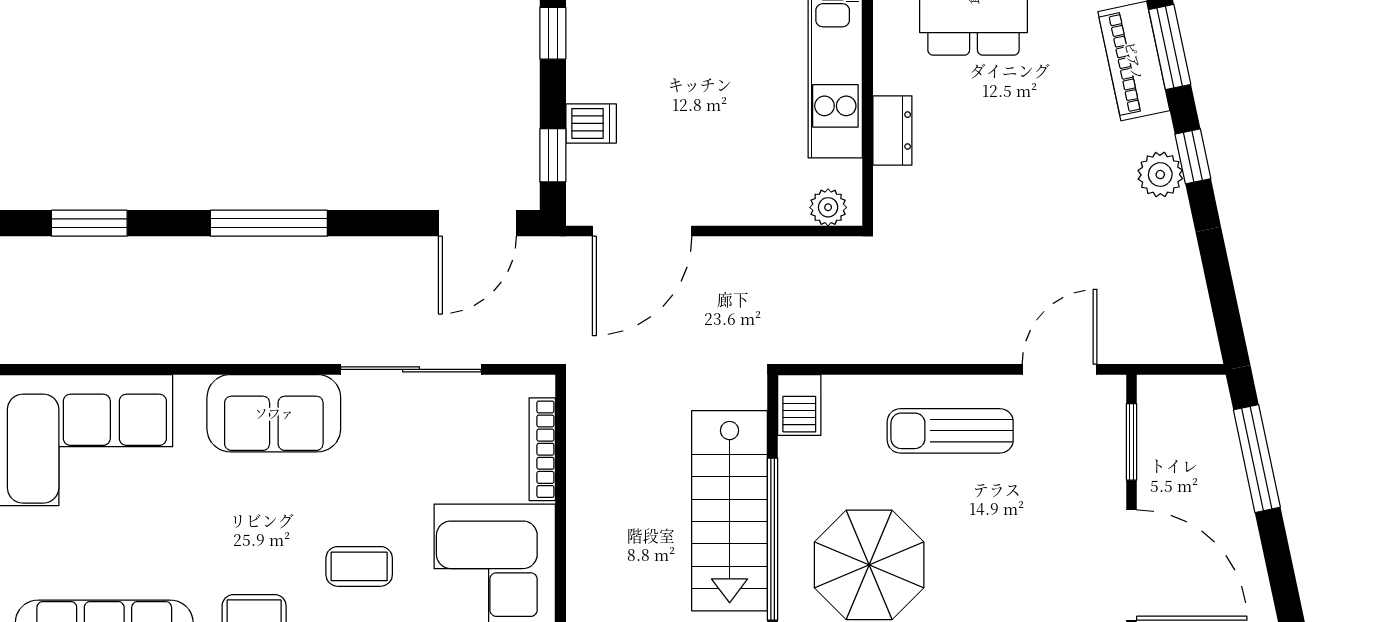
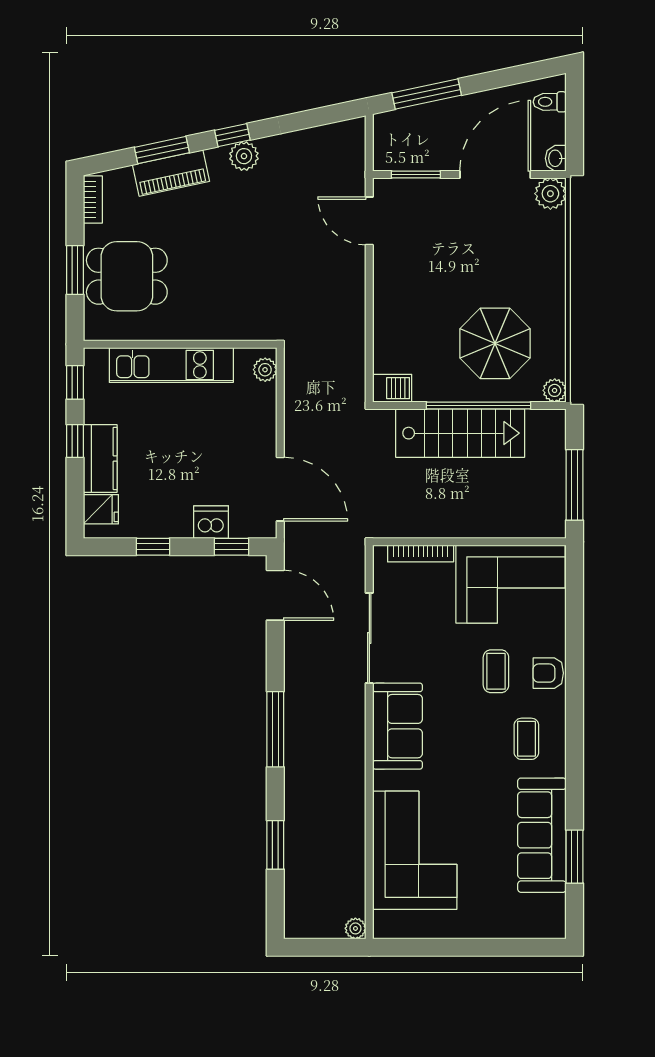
dishwasher: (591, 123) -> (211, 522), width x1.38
dresser: (892, 131) -> (216, 328), removed
sun lounger: (950, 431) -> (409, 291), removed

